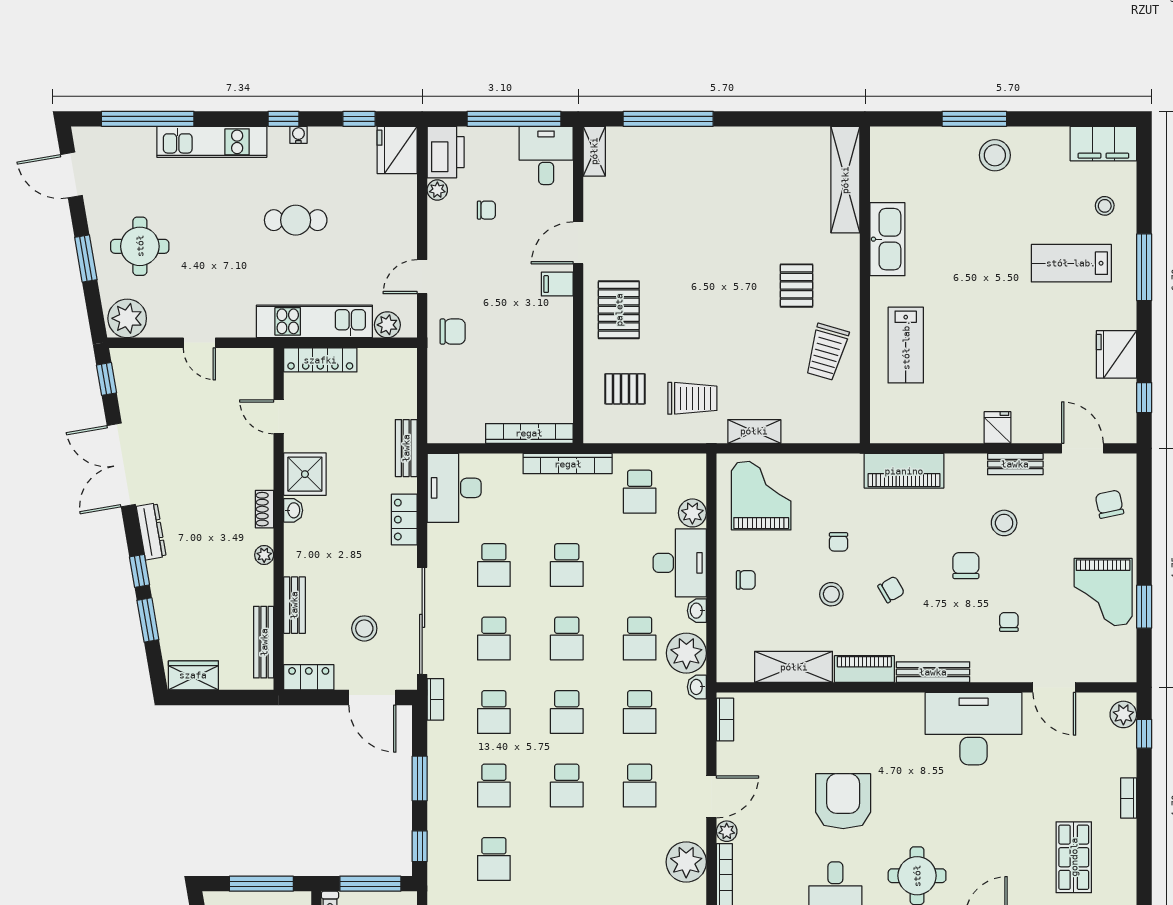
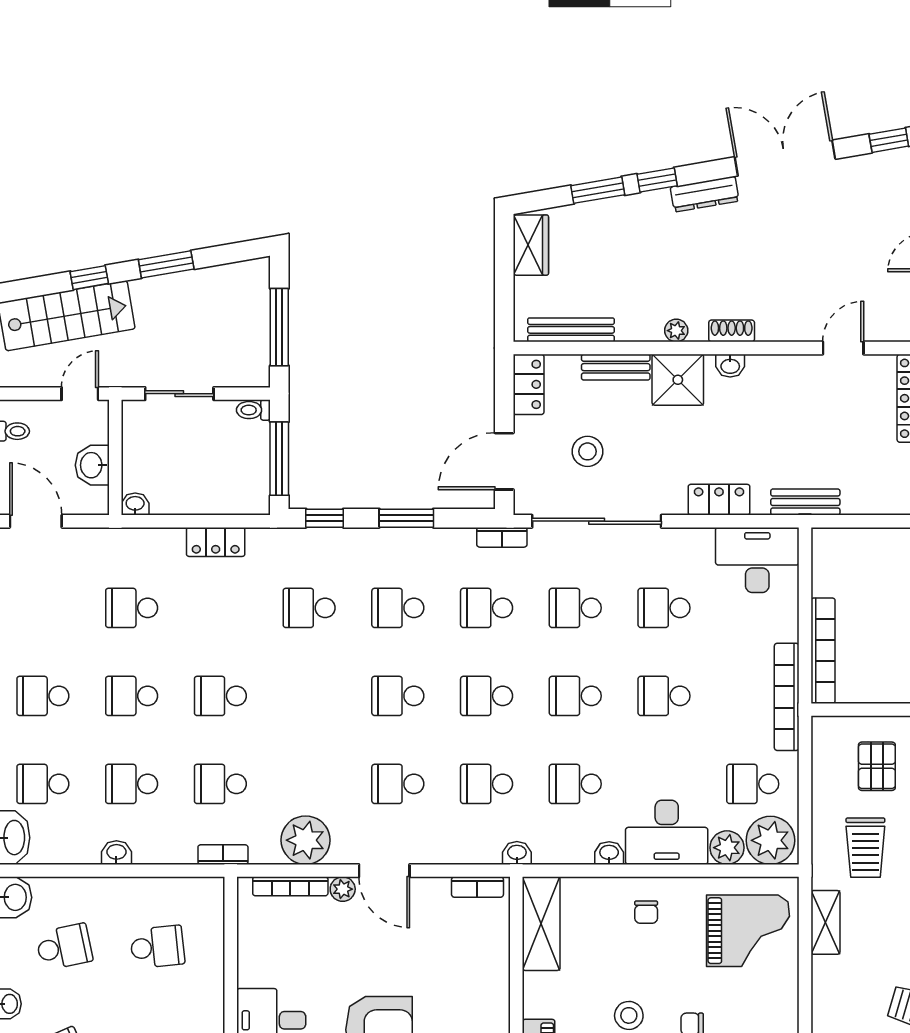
shower: (305, 474) -> (678, 380), moved
plant: (686, 653) -> (770, 840), moved
shelving: (794, 667) -> (541, 924), moved

